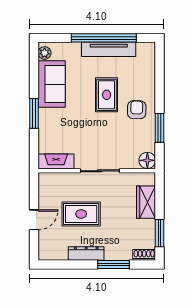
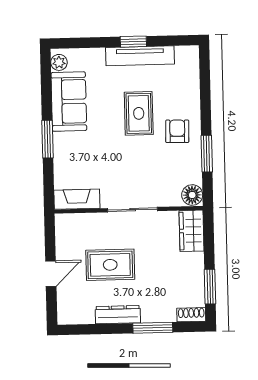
window: (104, 38) -> (133, 42), width x0.32
wardrobe: (146, 202) -> (192, 231), moved

